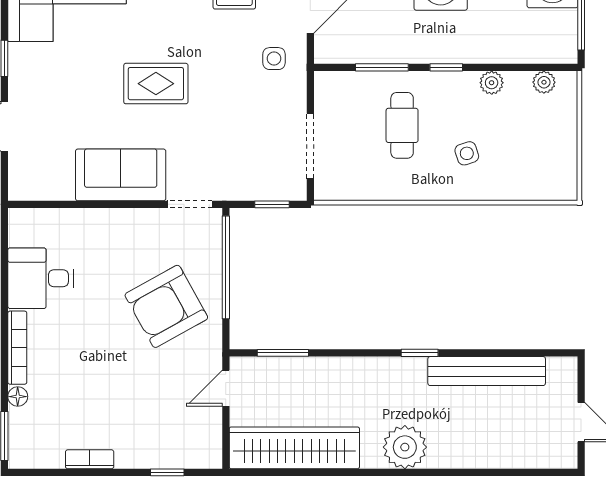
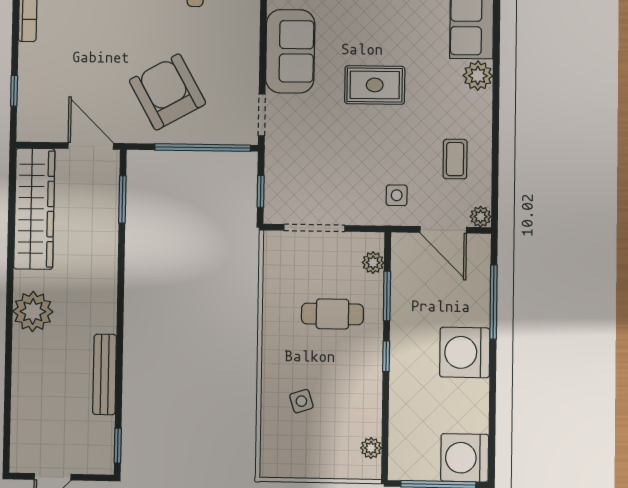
plant: (492, 83) -> (373, 263), moved
rug: (156, 84) -> (375, 85), turned 90
side table: (467, 153) -> (301, 401), moved
window: (420, 353) -> (118, 446), moved
bench: (487, 371) -> (105, 374), width x0.73, depth x0.82
door: (226, 388) -> (91, 146), width x1.38

